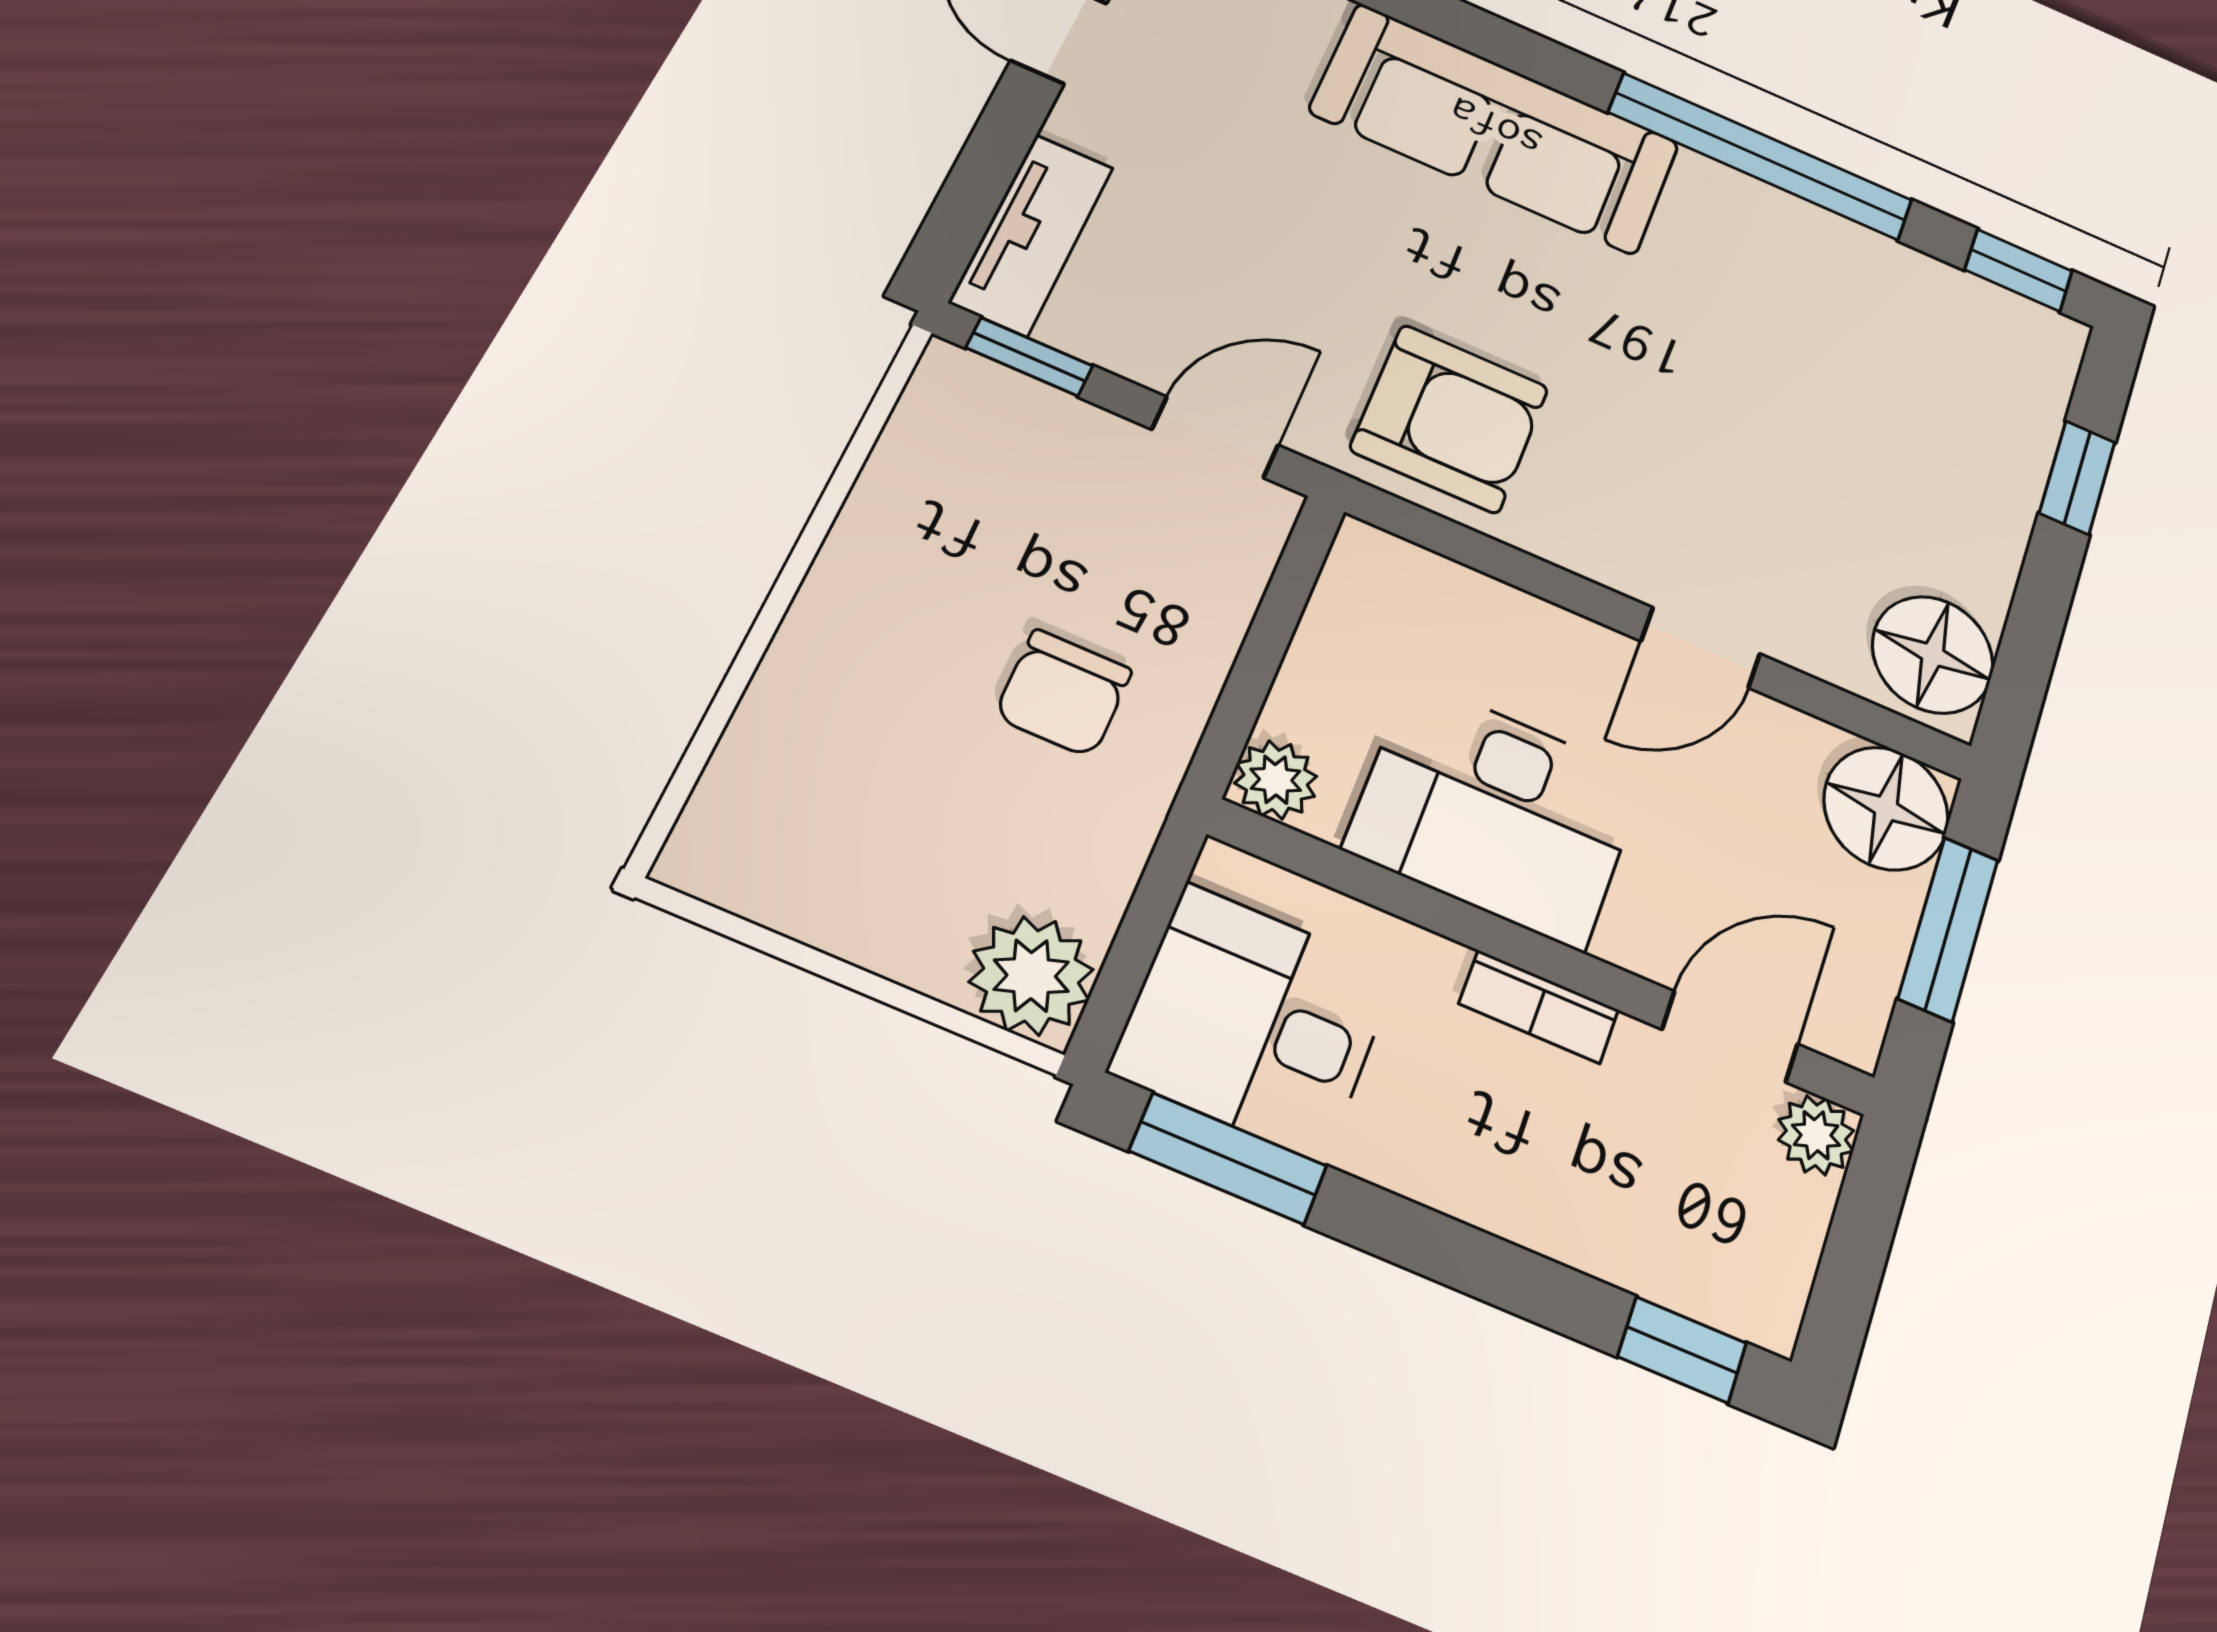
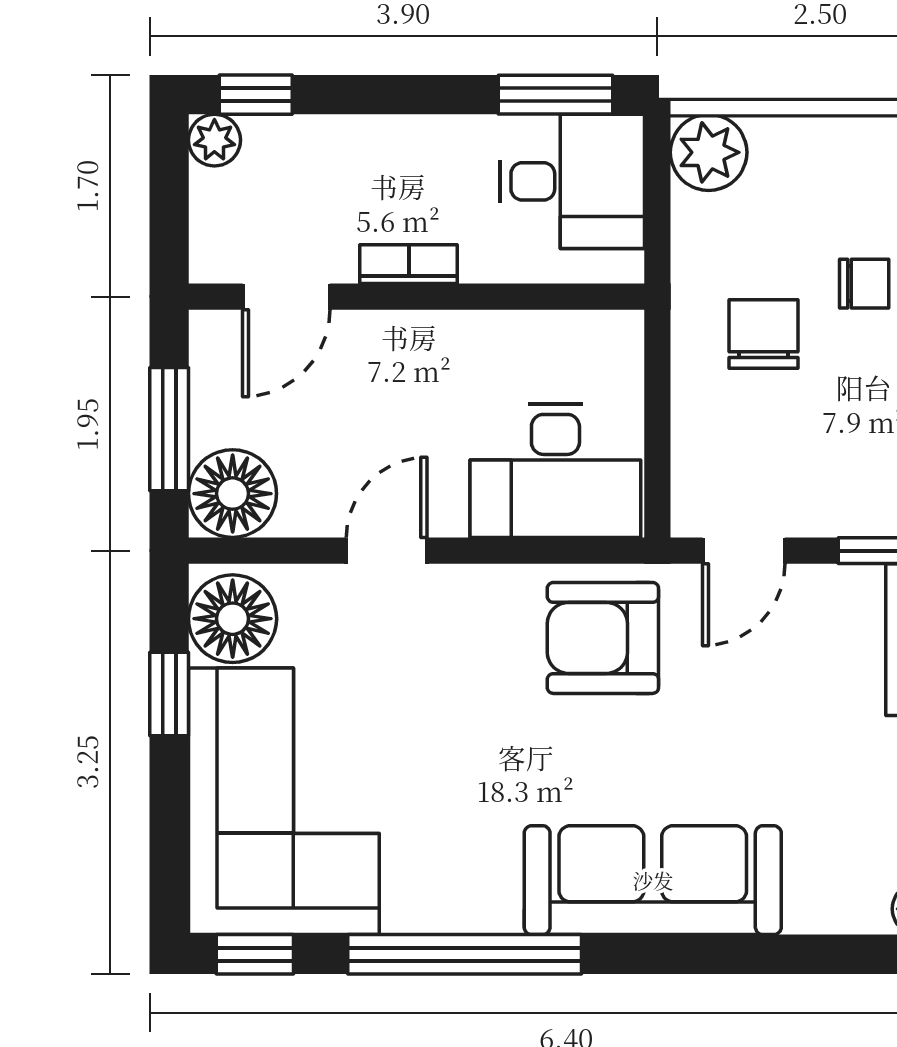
corner sofa: (1931, 417) -> (284, 801), added
window: (2077, 478) -> (169, 694), moved
chair: (884, 696) -> (864, 284), added
plant: (1276, 780) -> (617, 337), removed
desk: (1496, 813) -> (555, 471), moved, turned 180
plant: (1816, 1135) -> (214, 140), moved

